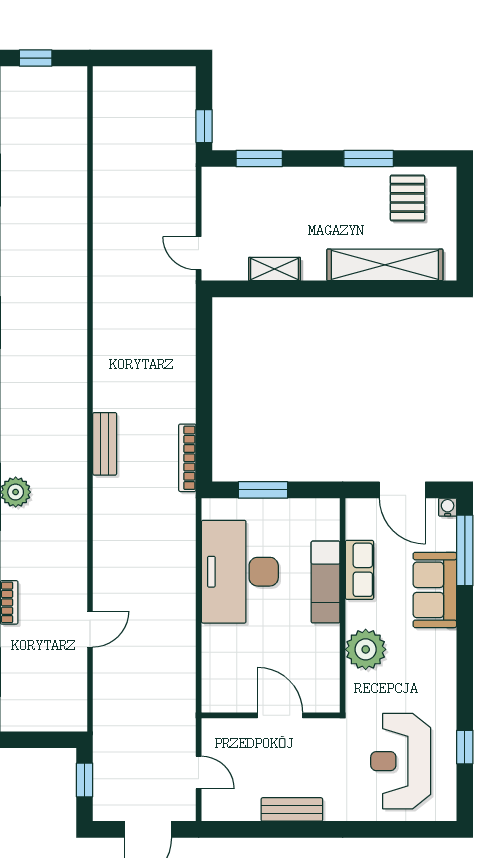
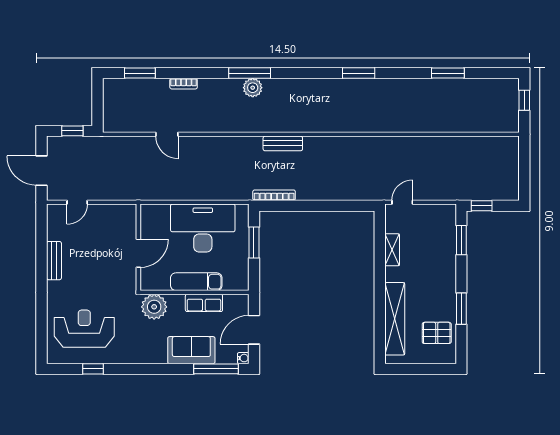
wall: (271, 715) -> (138, 247), moved
door: (280, 715) -> (138, 253), moved

